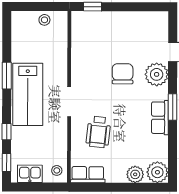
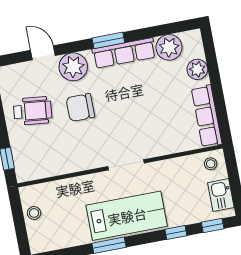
row of seats: (160, 118) -> (124, 53), width x1.48
wheelchair: (98, 132) -> (33, 111), moved
plant: (157, 172) -> (169, 47), moved
row of seats: (88, 175) -> (207, 116), width x1.48

